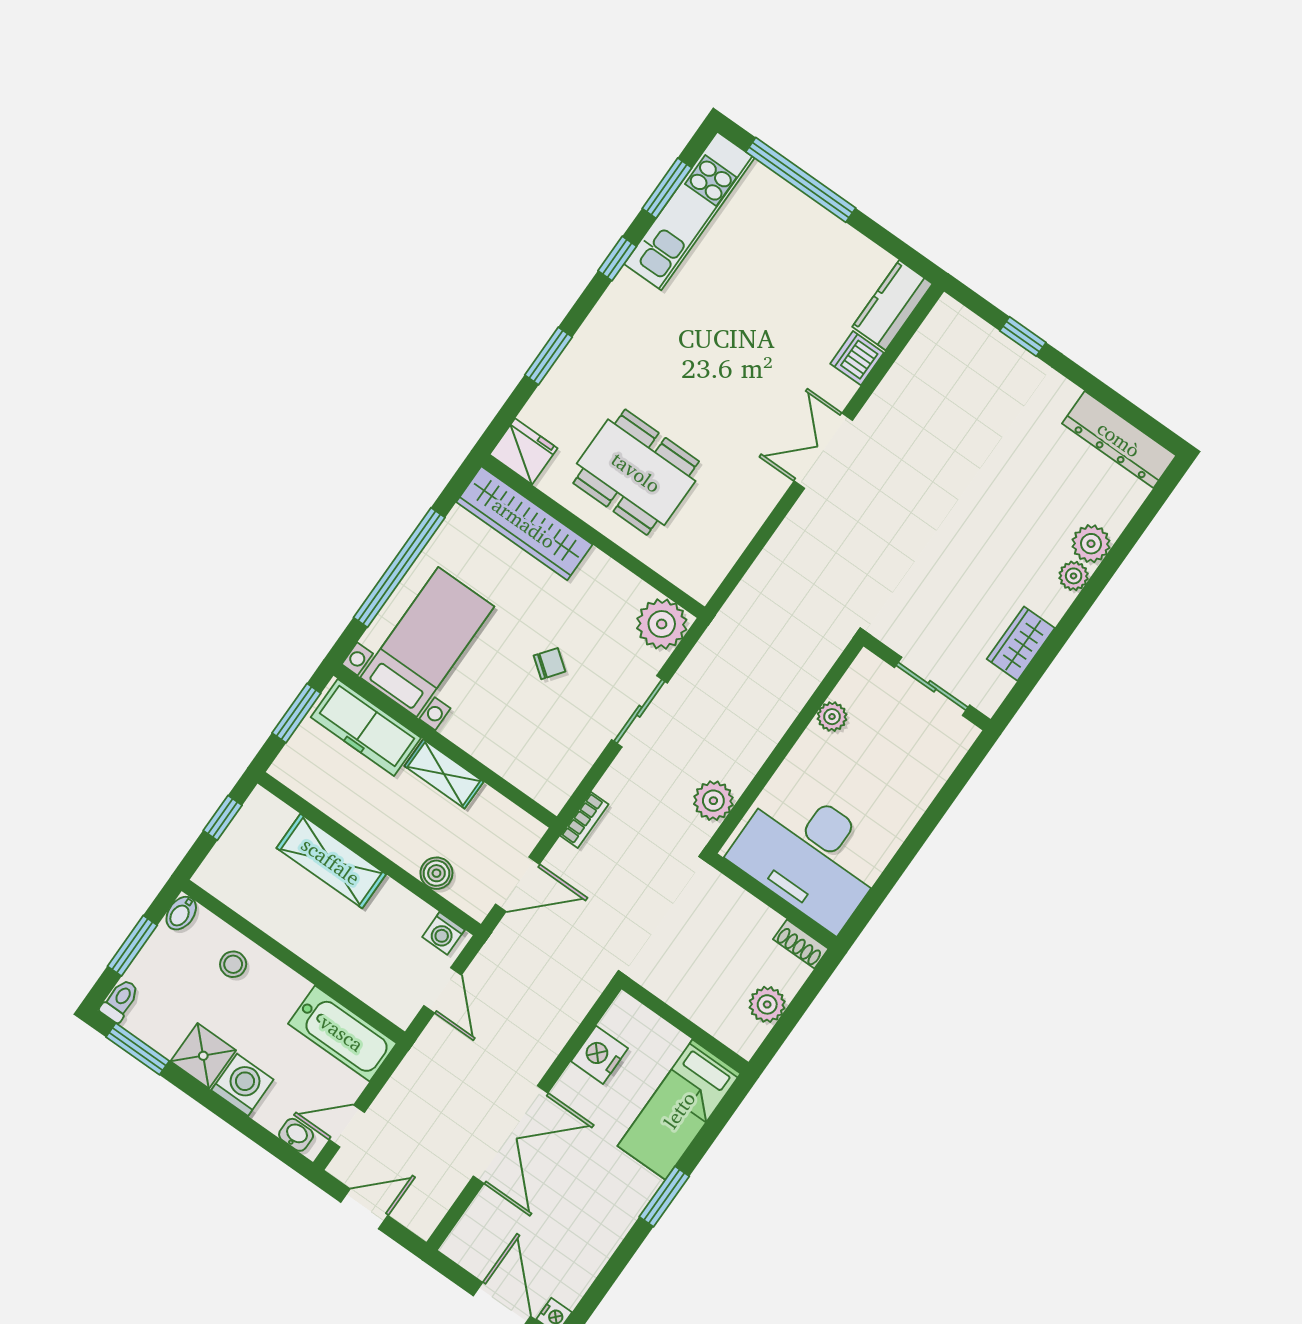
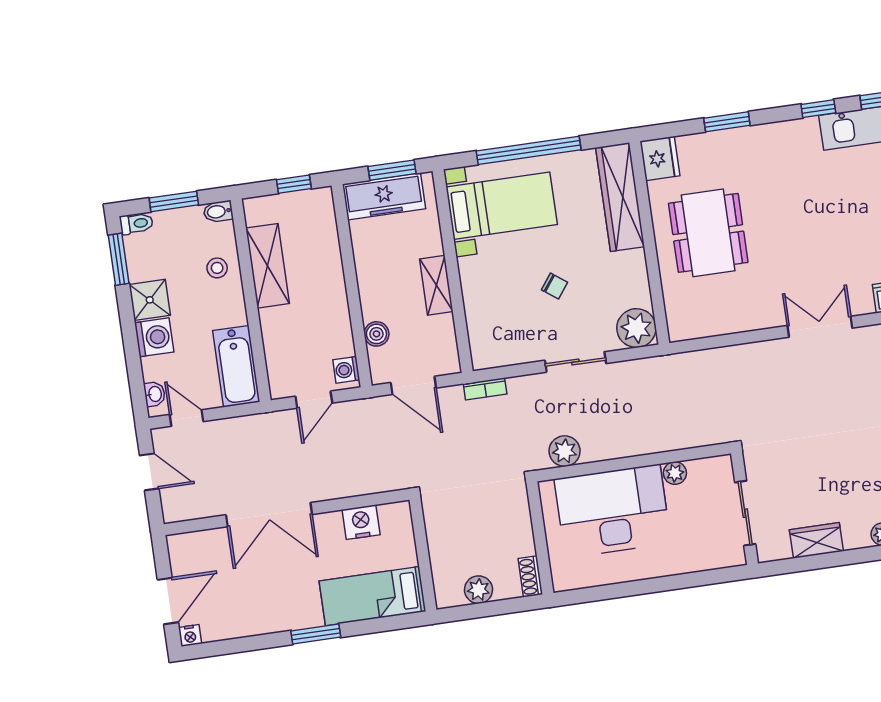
freezer: (366, 728) -> (384, 196), moved, turned -90
desk: (810, 855) -> (613, 511), moved, turned 90
shelving: (331, 861) -> (268, 266), moved

